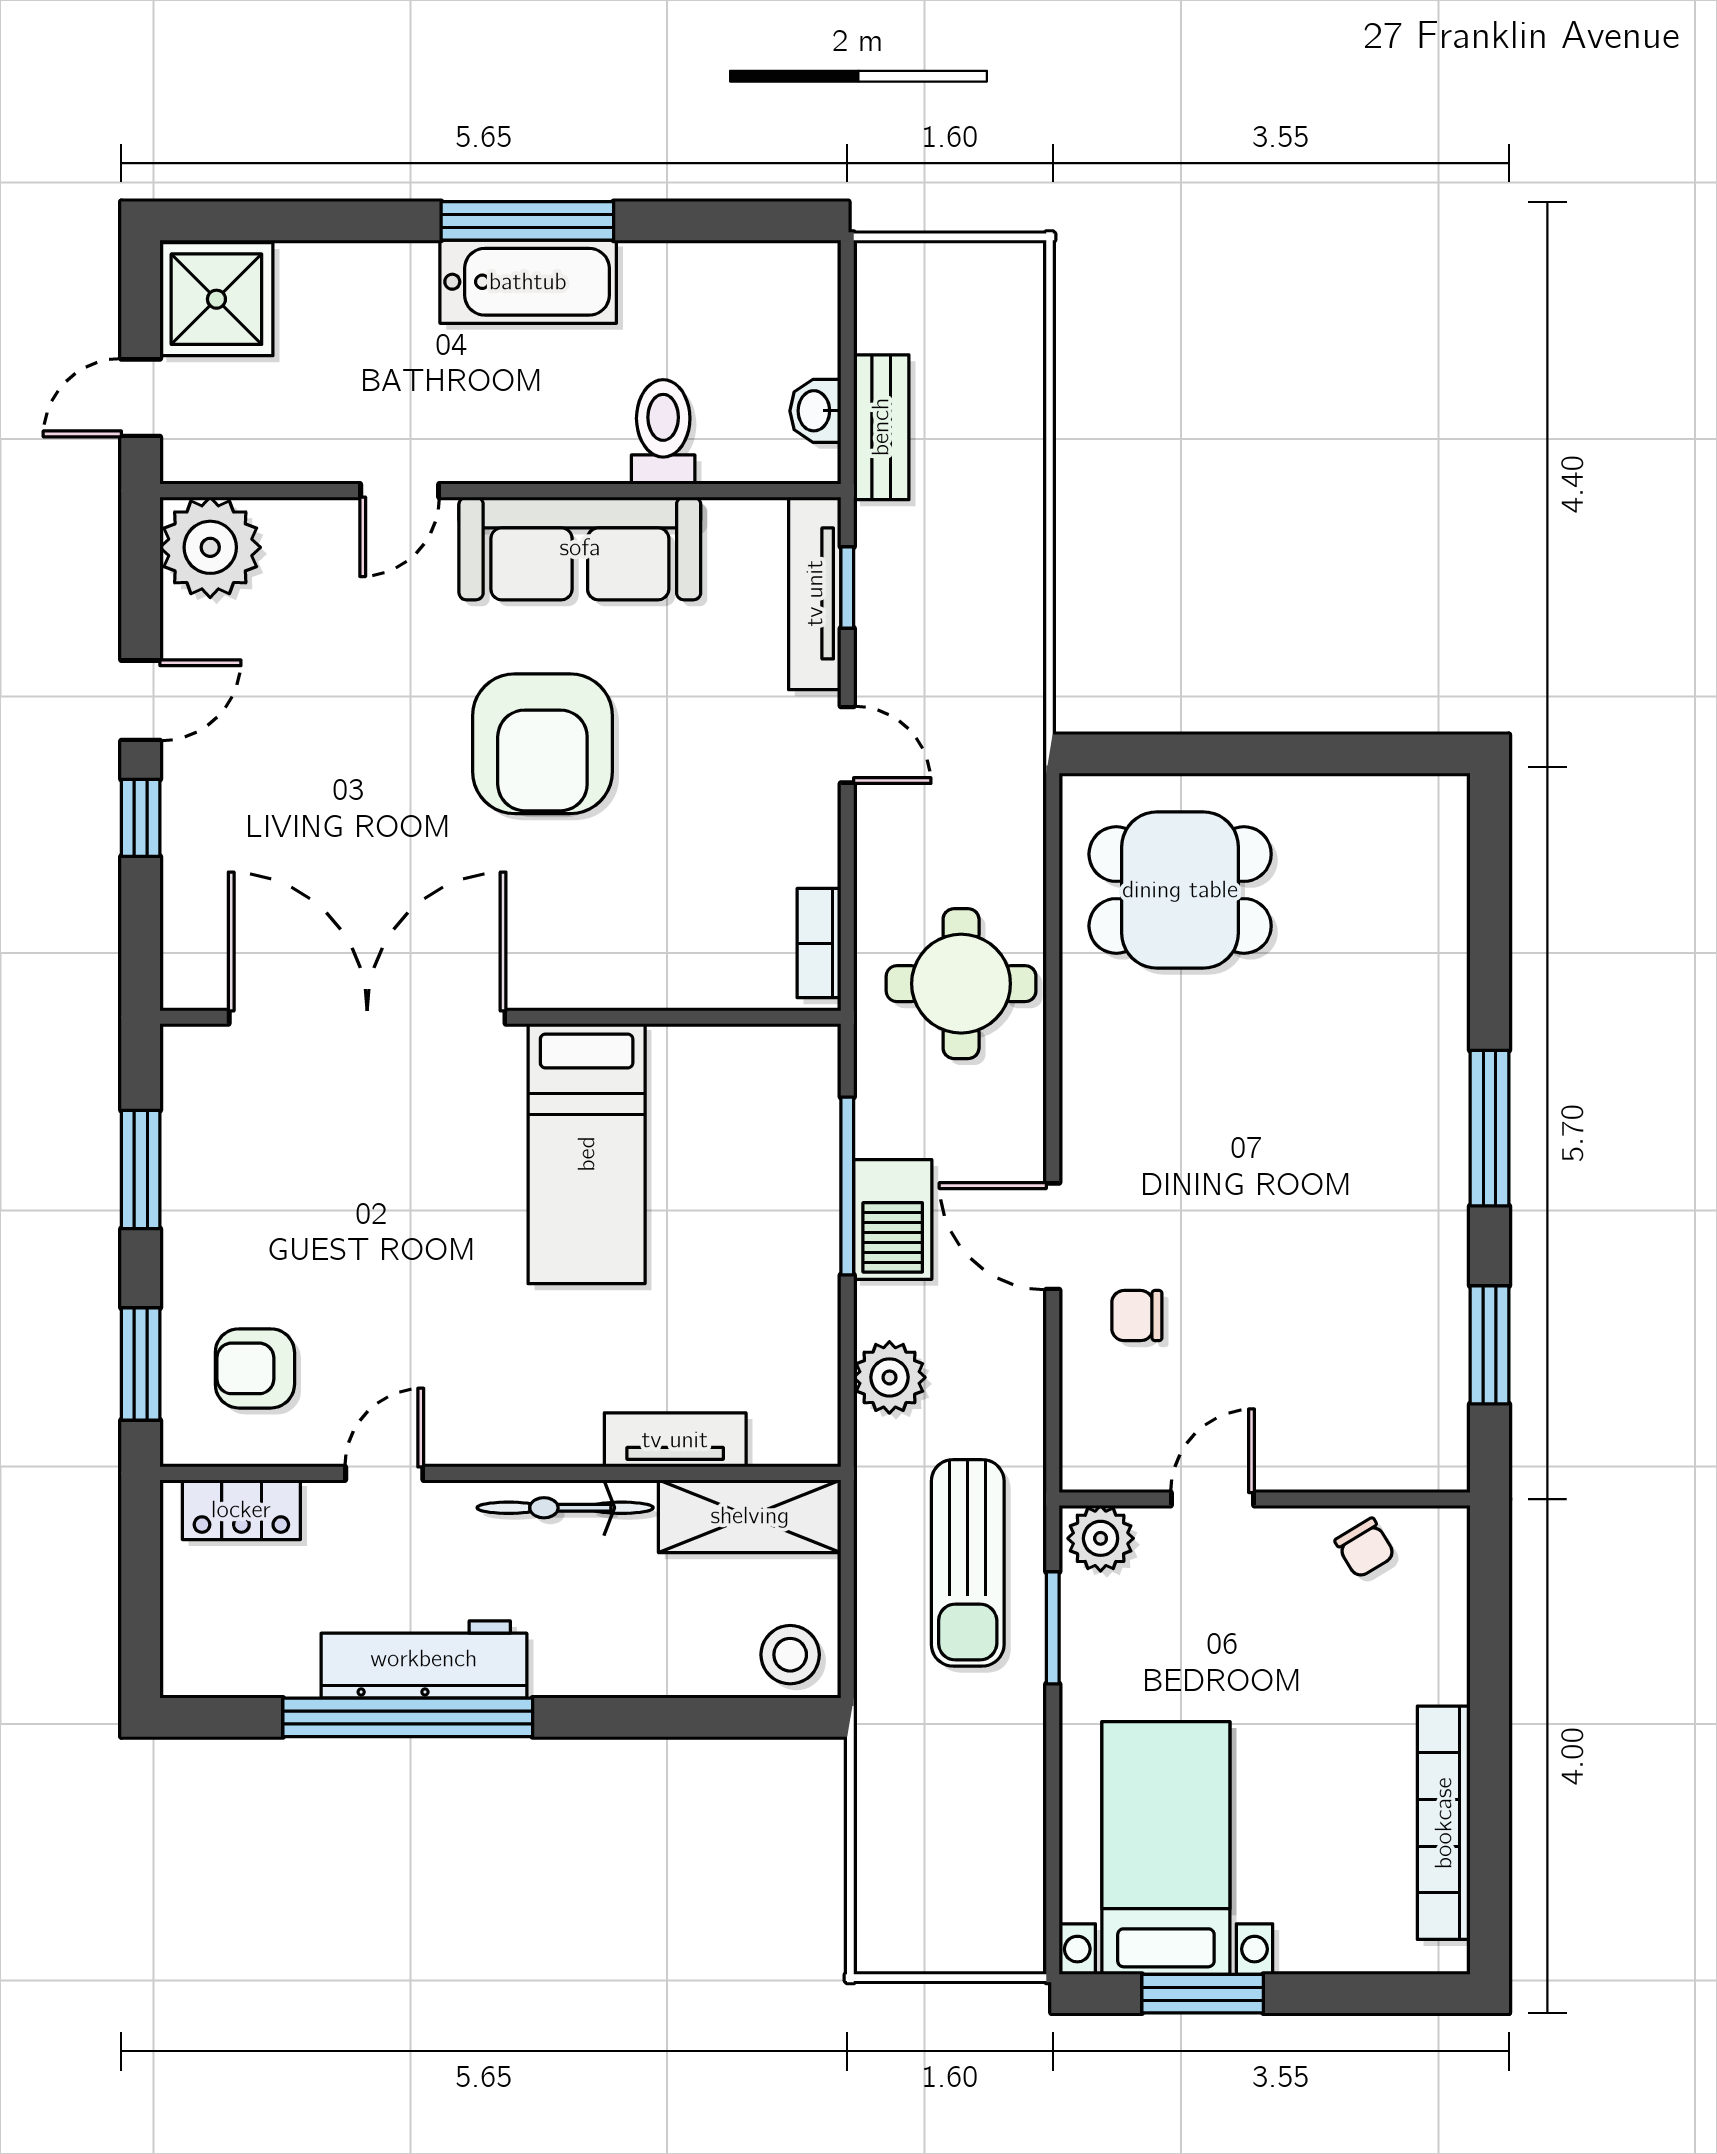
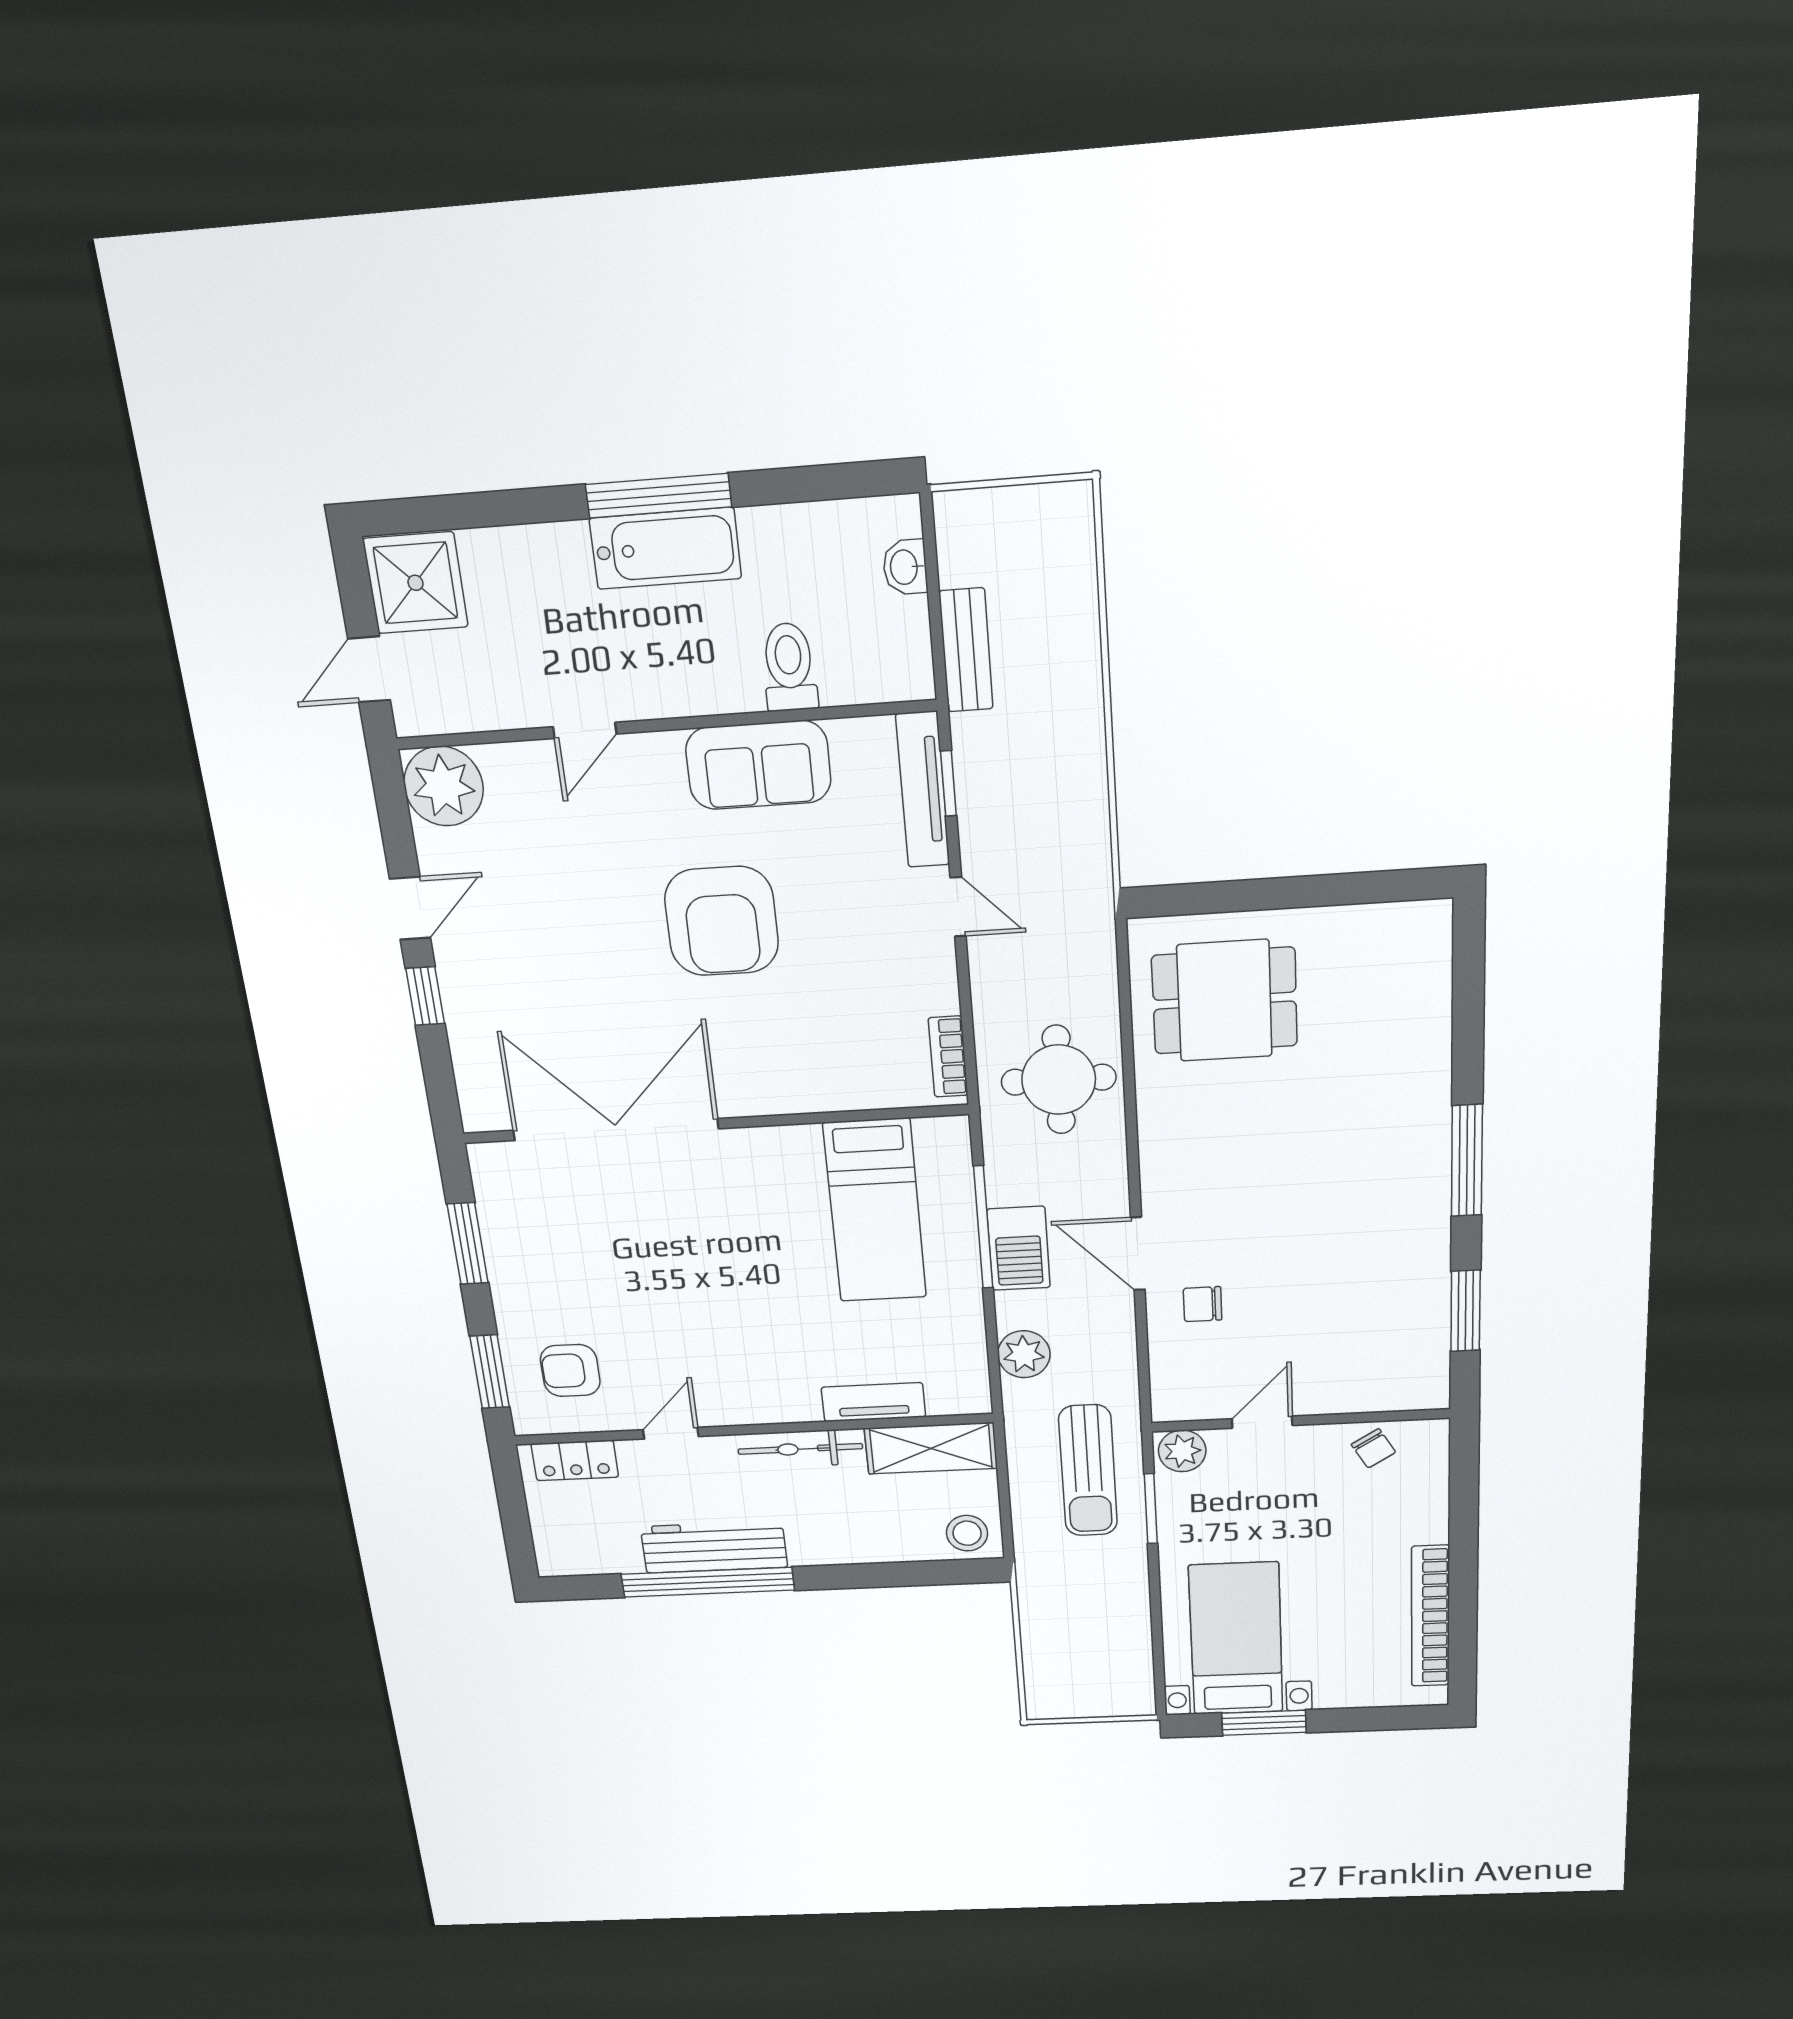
washbasin: (815, 411) -> (905, 567), moved
sofa: (580, 548) -> (758, 765), width x0.73
bed: (587, 1154) -> (875, 1211), moved

